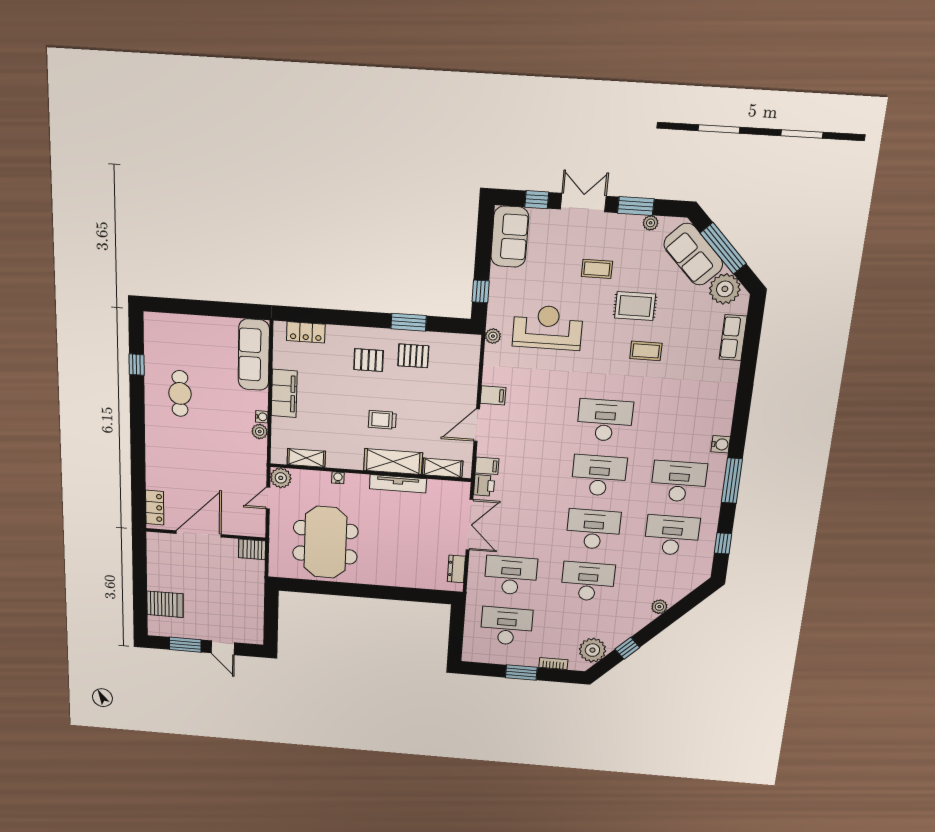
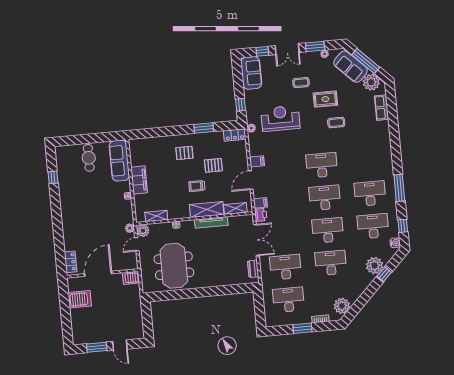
double door: (583, 203) -> (287, 49), swing flipped
locker: (306, 332) -> (235, 135), moved
pallet: (413, 356) -> (213, 165), moved
cafe table: (180, 393) -> (89, 158), moved
plant: (260, 432) -> (130, 228), moved
water cooler: (721, 444) -> (395, 243), moved
server rack: (165, 604) -> (80, 299), moved
plant: (659, 607) -> (375, 266), width x1.88, depth x1.88
window: (627, 648) -> (384, 274), moved

